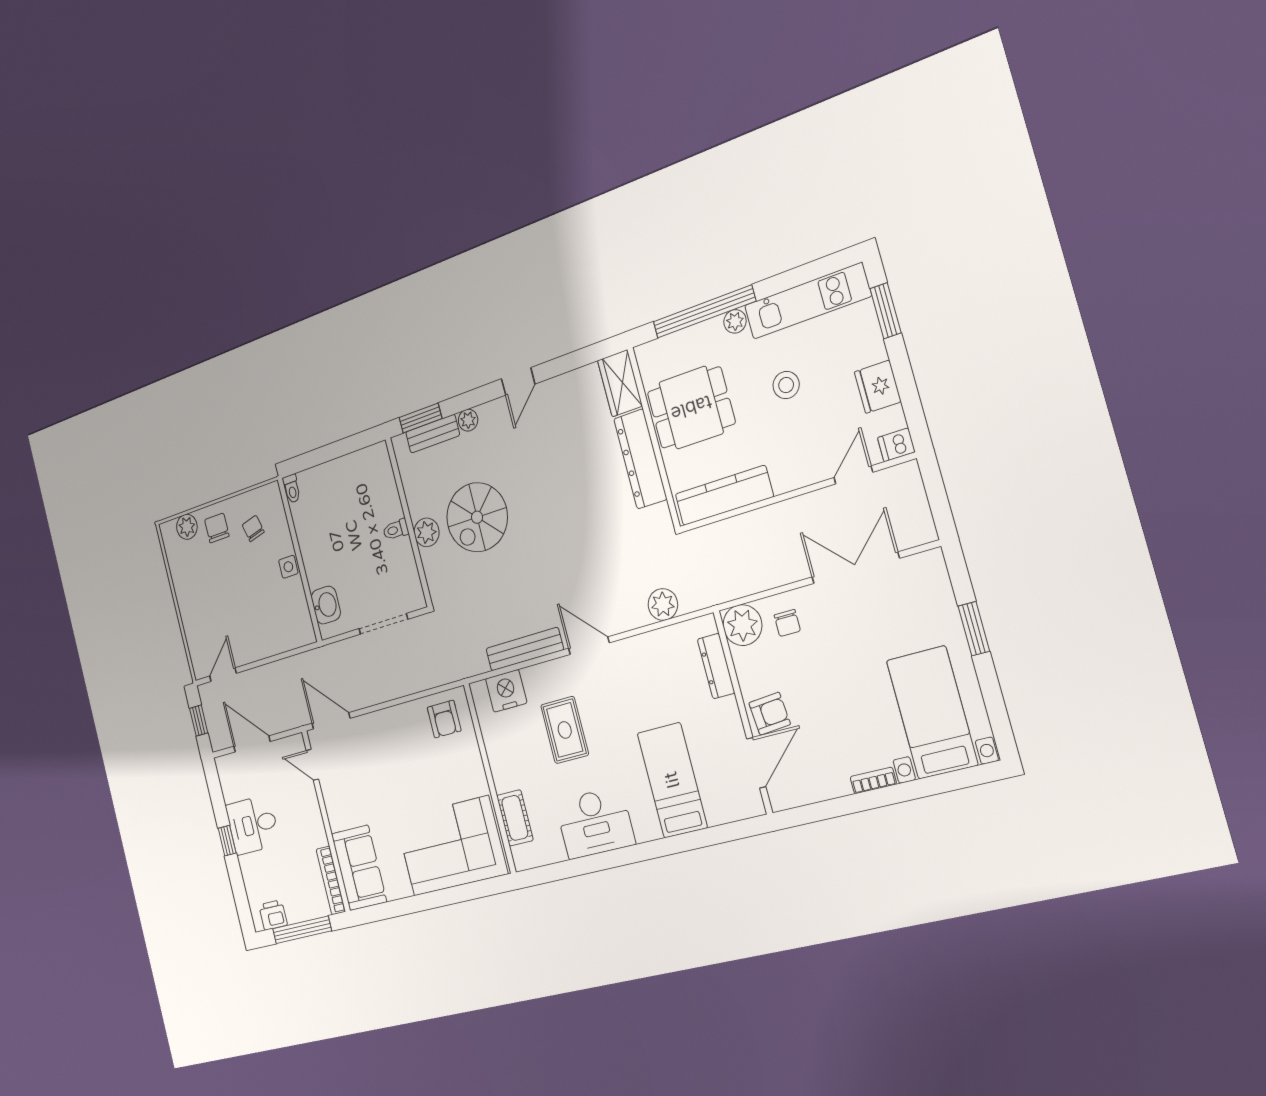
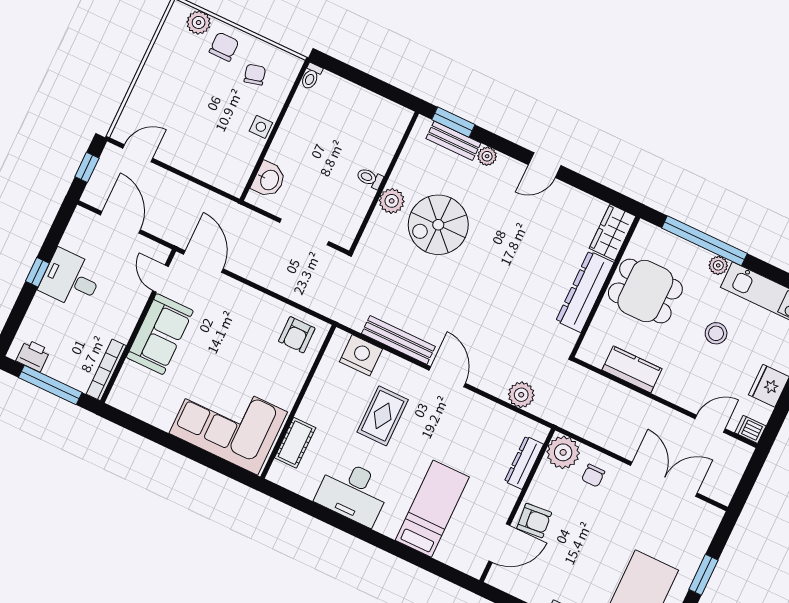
kitchen counter: (724, 495) -> (632, 369), width x0.67
sofa: (359, 868) -> (160, 334), moved

